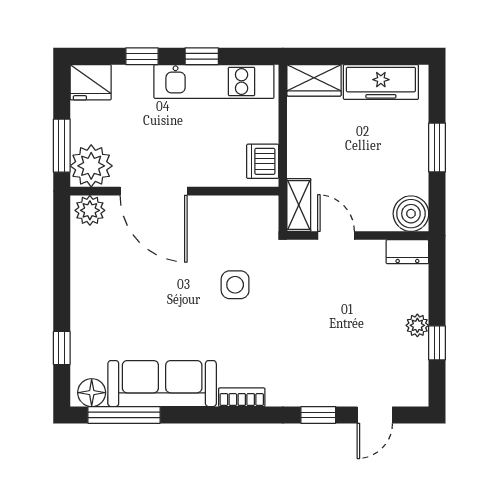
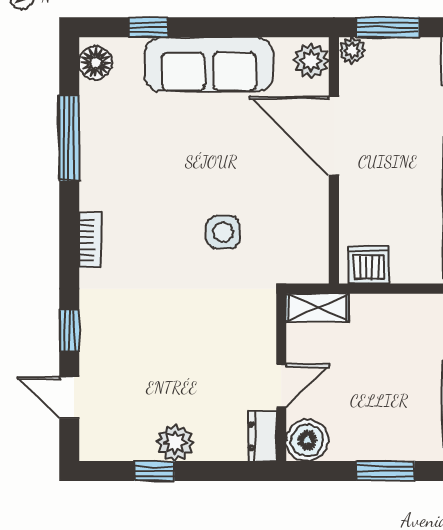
plant: (91, 166) -> (352, 50), width x0.53, depth x0.53
door: (154, 191) -> (334, 136), hinge flipped
door: (336, 236) -> (281, 386), moved
plant: (417, 325) -> (175, 443), width x1.38, depth x1.38
sofa: (162, 384) -> (209, 64), moved, turned 90
window: (124, 415) -> (69, 138), moved

